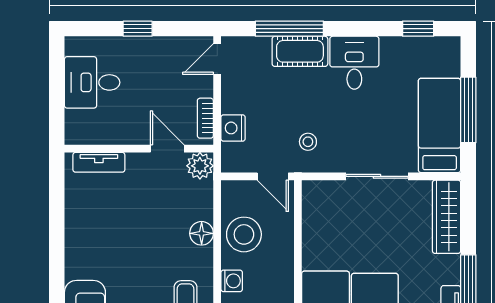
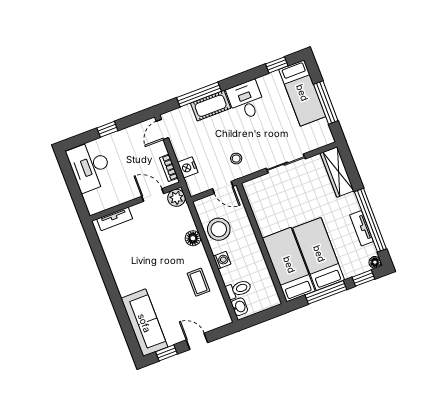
desk: (92, 82) -> (90, 166), width x1.37
bed: (440, 125) -> (302, 93), moved, turned 180

